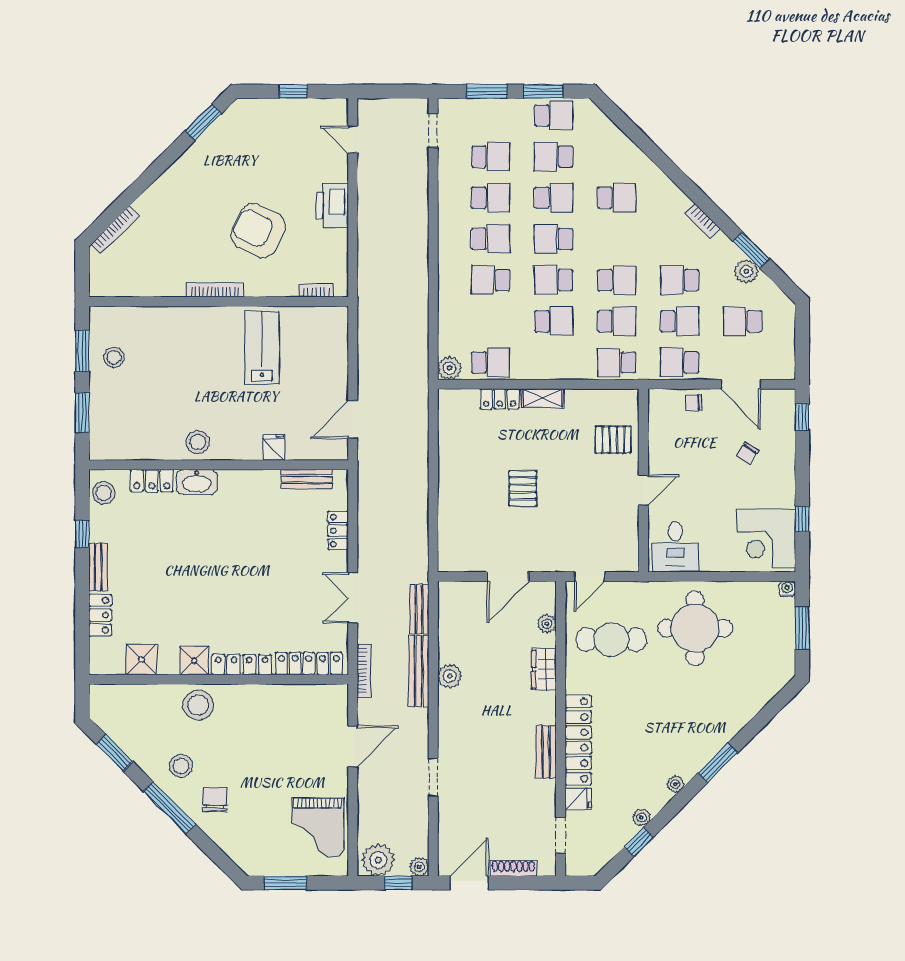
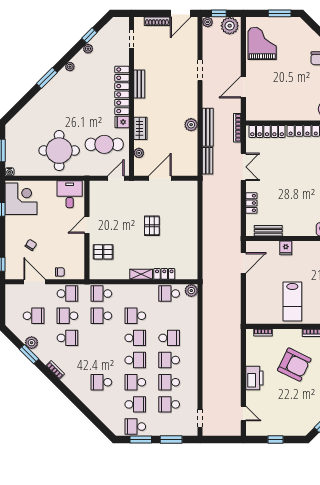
school desk: (617, 280) -> (101, 338), removed
school desk: (617, 362) -> (101, 294), turned 180
fridge: (578, 799) -> (122, 122), moved

